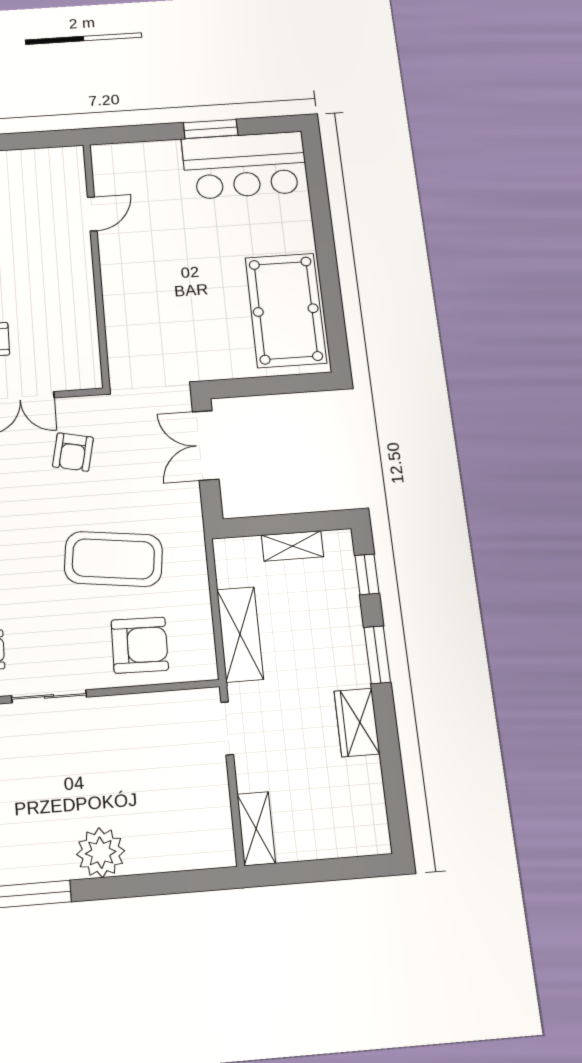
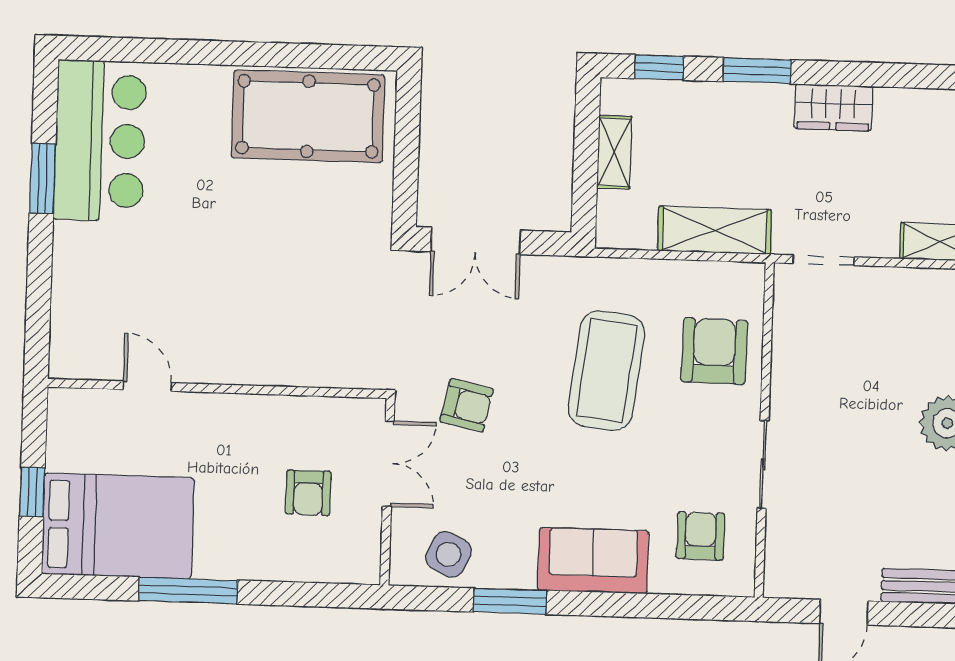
door: (92, 214) -> (147, 386), moved
wall: (96, 263) -> (217, 388), moved

